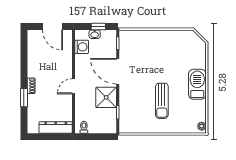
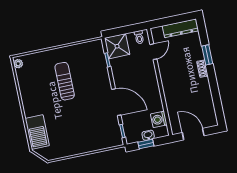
barbecue: (197, 84) -> (37, 132), moved
door: (74, 86) -> (153, 52), moved
shower: (106, 97) -> (117, 46), moved
dresser: (56, 127) -> (180, 28), moved

